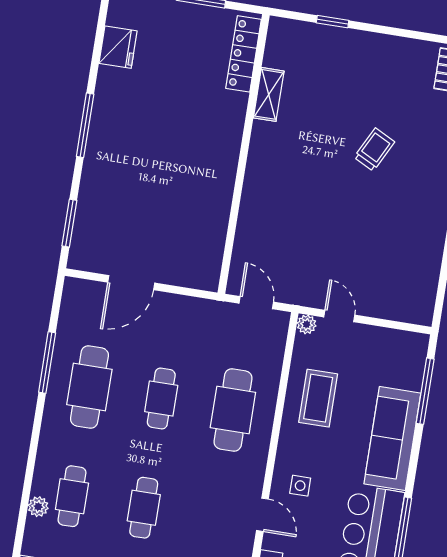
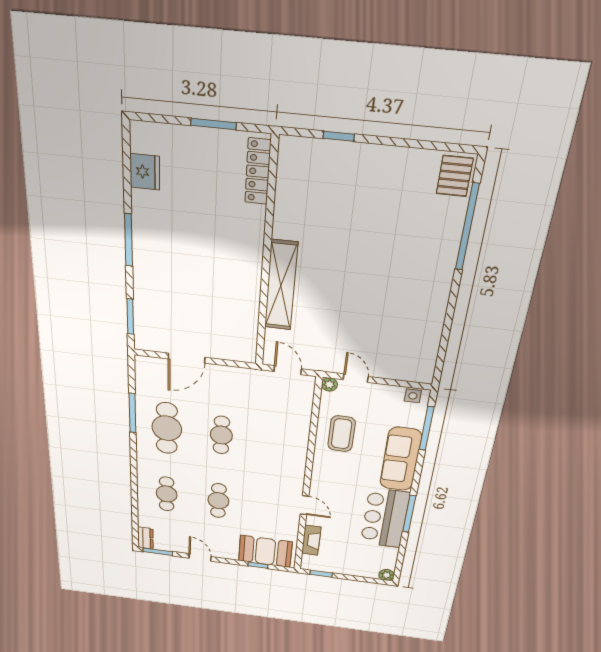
shelving: (269, 94) -> (281, 286), moved, width x2.20, depth x1.33
trolley: (374, 150) -> (382, 249), removed
cafe table: (233, 410) -> (276, 442), removed
side table: (300, 486) -> (413, 396), moved
plant: (38, 507) -> (144, 500), removed

